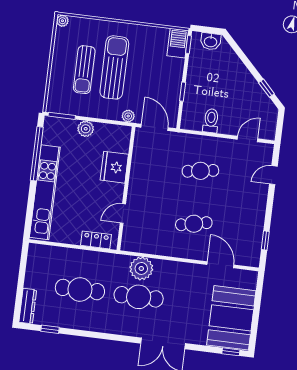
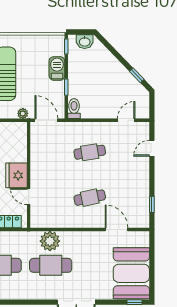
barbecue: (178, 43) -> (57, 68), moved
toilet: (211, 121) -> (74, 109), moved
fridge: (114, 167) -> (16, 175), moved
door: (123, 213) -> (29, 196), hinge flipped

